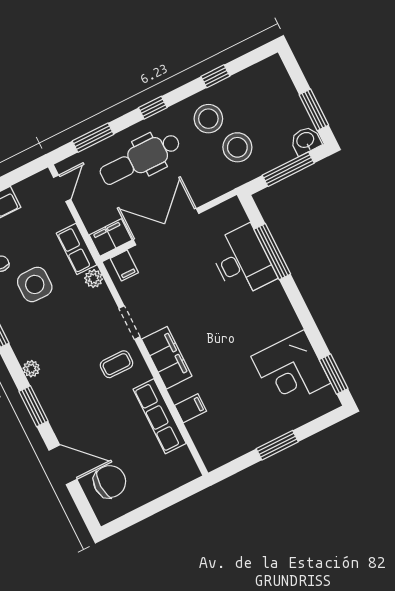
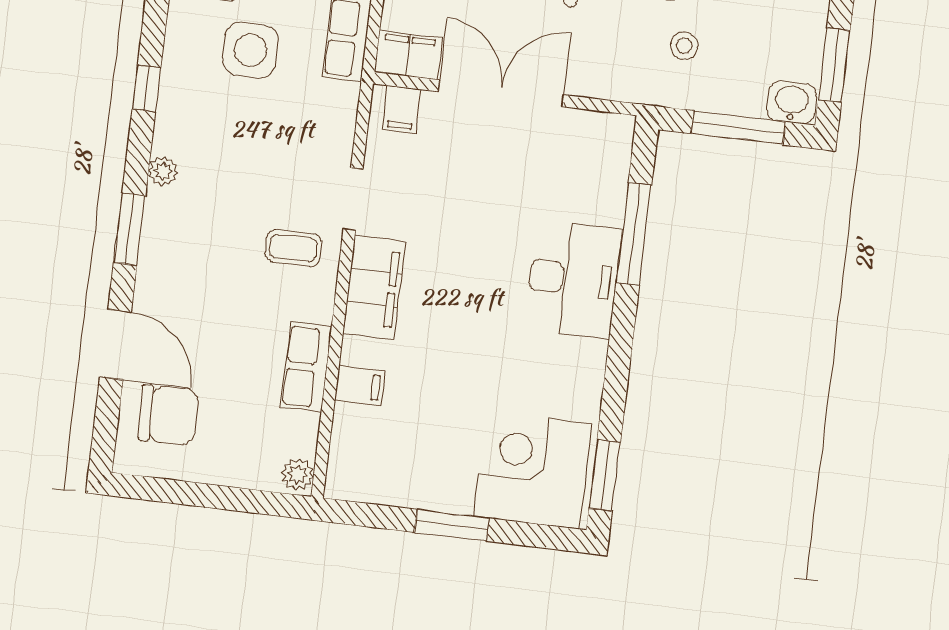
stool: (237, 147) -> (684, 46), width x0.53, depth x0.53
desk: (242, 261) -> (573, 279), moved
plant: (94, 279) -> (298, 474), moved
corner desk: (291, 370) -> (533, 470), moved, turned 90
row of seats: (160, 416) -> (306, 367), width x0.68

